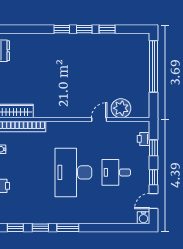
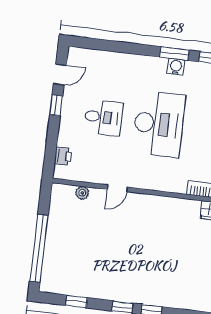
window: (107, 29) -> (77, 301), moved
plant: (121, 108) -> (82, 193), width x0.53, depth x0.53
window: (153, 148) -> (52, 143), removed
water cooler: (143, 218) -> (176, 67), moved

